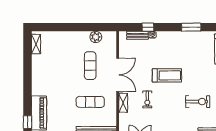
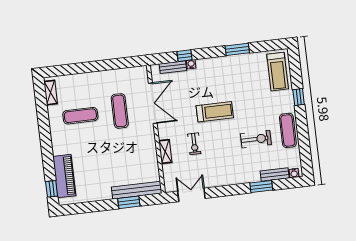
plant: (96, 37) -> (122, 75), removed
double door: (118, 75) -> (153, 103), moved
exercise mat: (90, 102) -> (80, 116), moved

